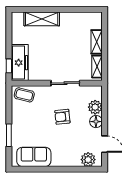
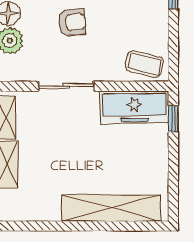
shelving: (42, 19) -> (111, 208), width x1.47
freezer: (20, 63) -> (134, 107), moved, turned -90

